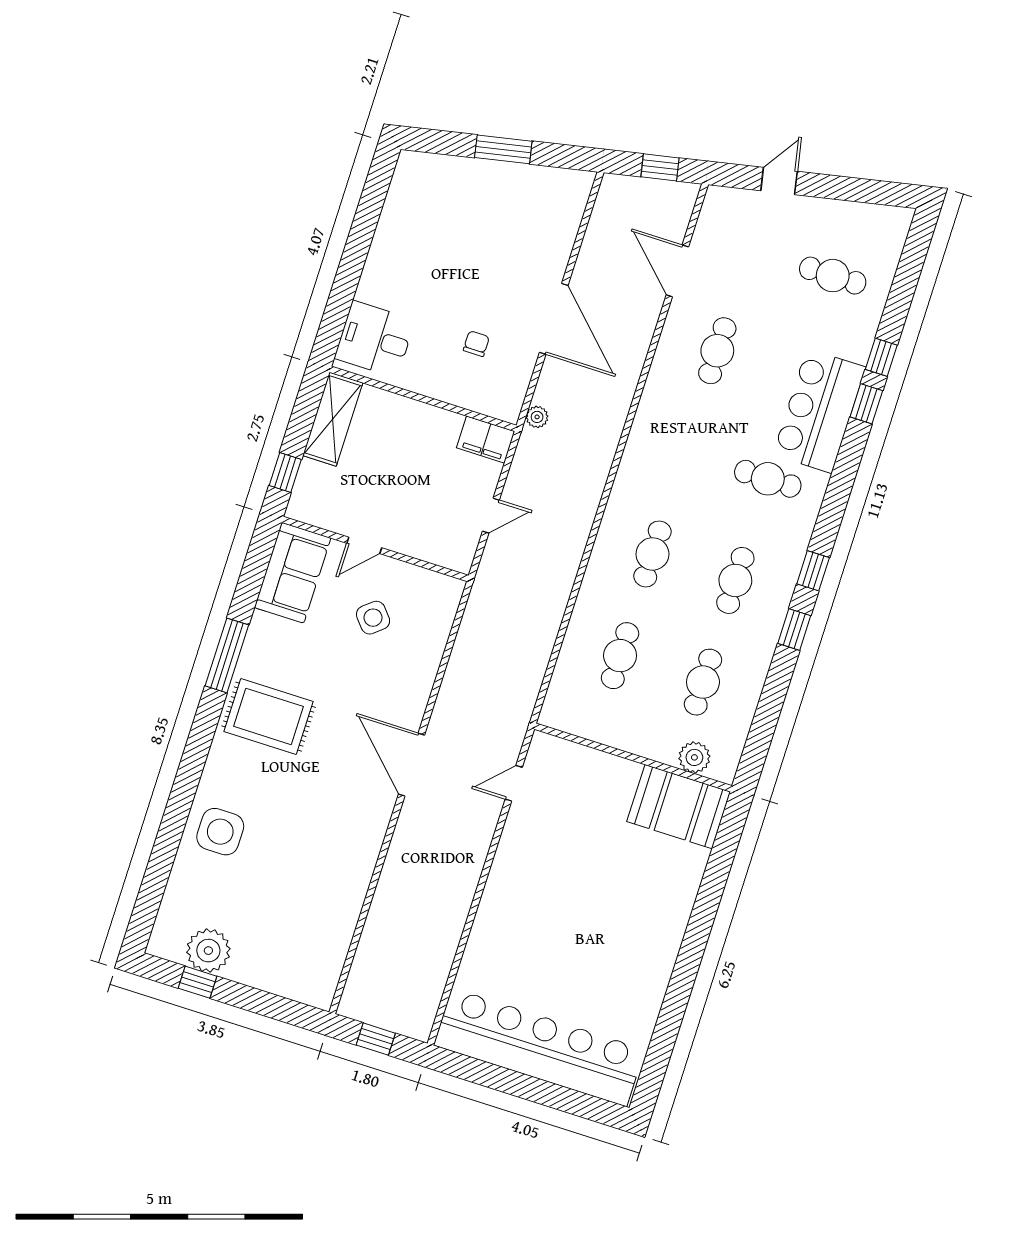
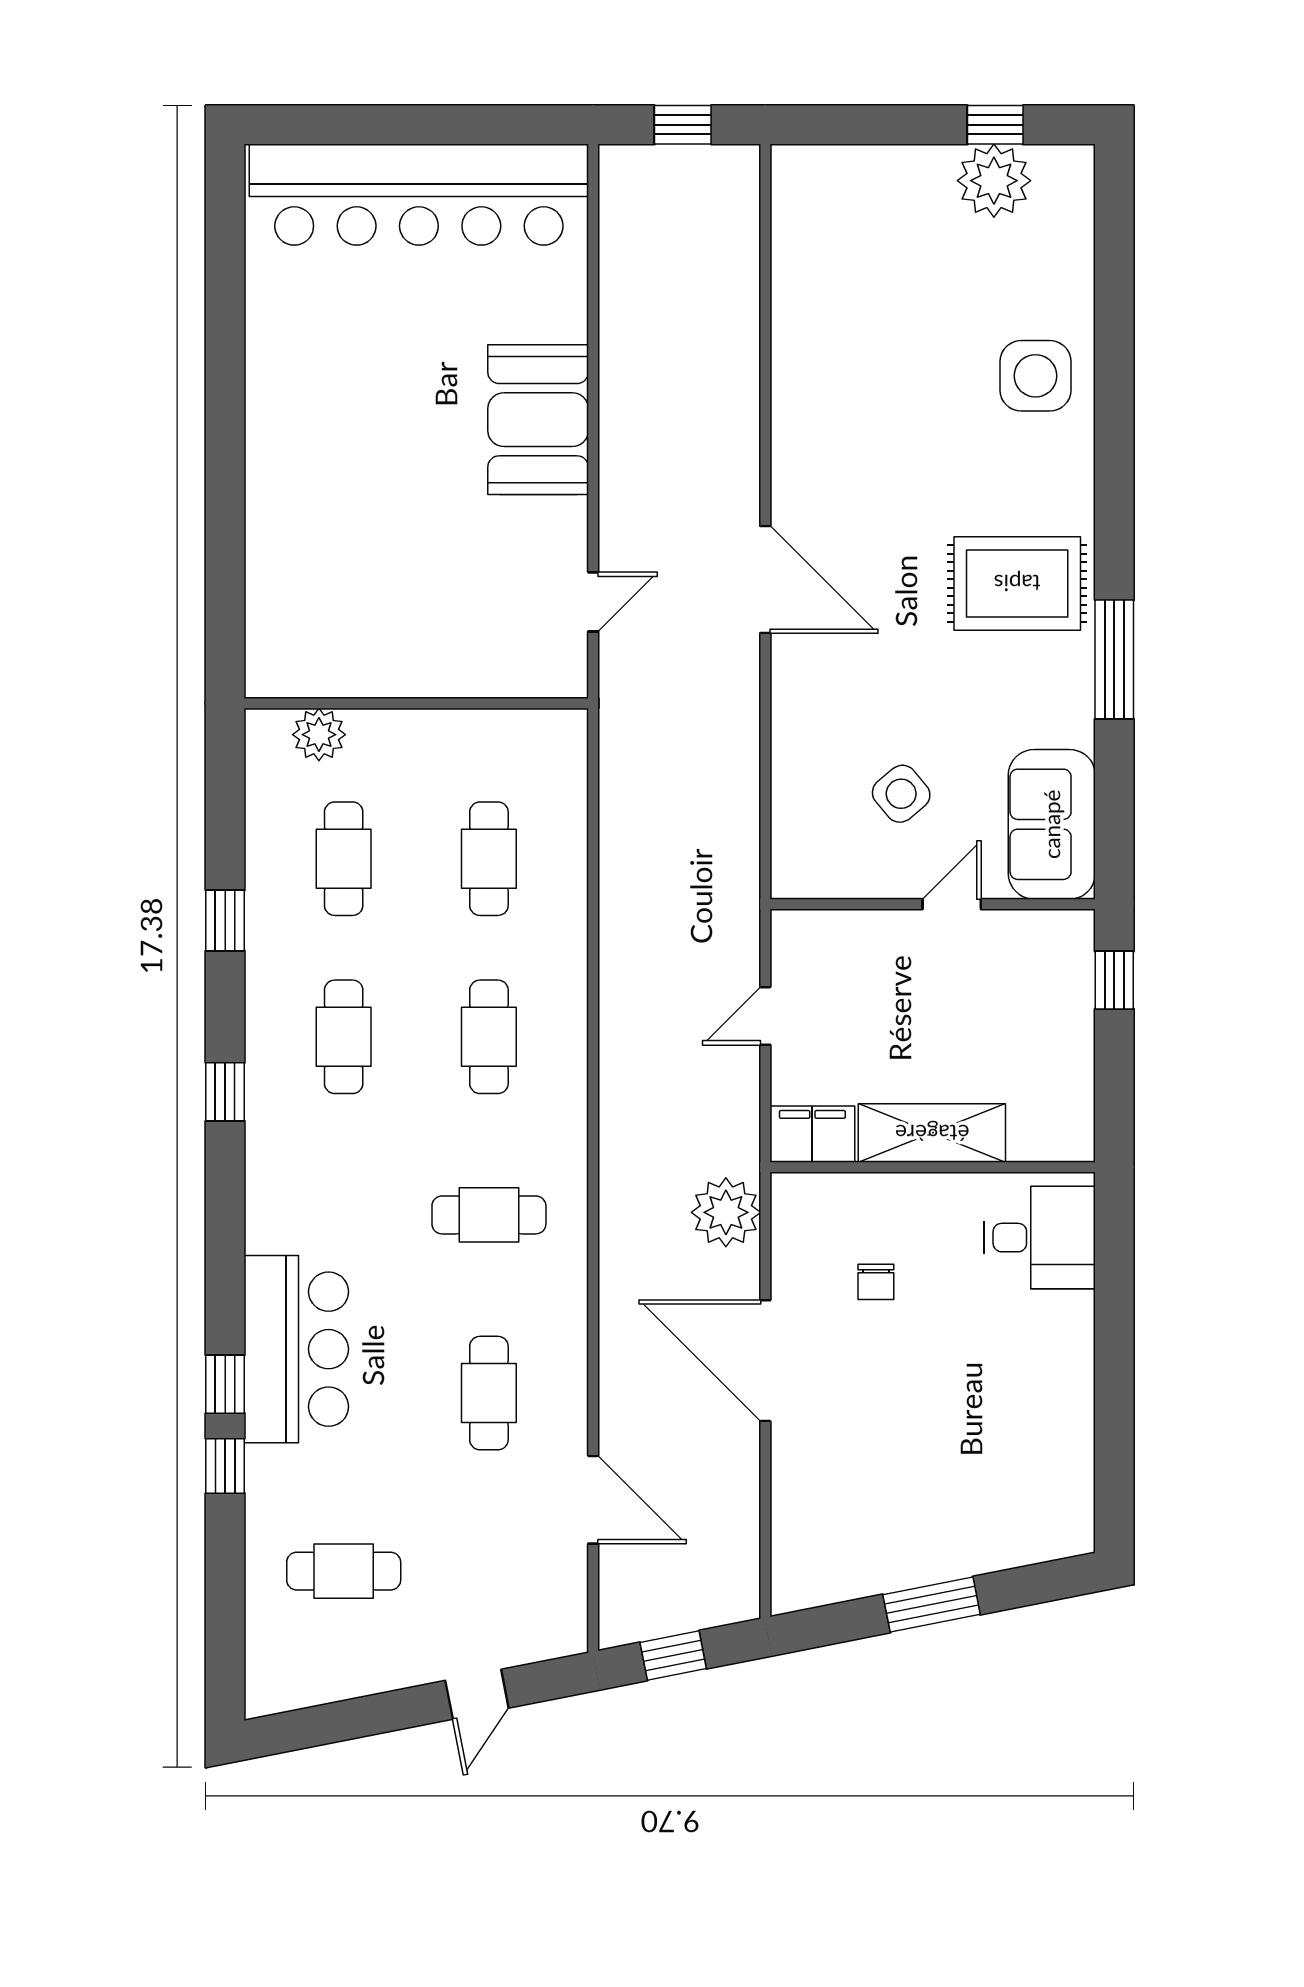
plant: (537, 417) -> (726, 1212), width x1.88, depth x1.88
shelving: (333, 419) -> (932, 1133), moved, turned 90
cafe table: (768, 479) -> (489, 1215), moved
window: (794, 630) -> (225, 920), moved
booth: (679, 807) -> (538, 420), moved, turned 90

